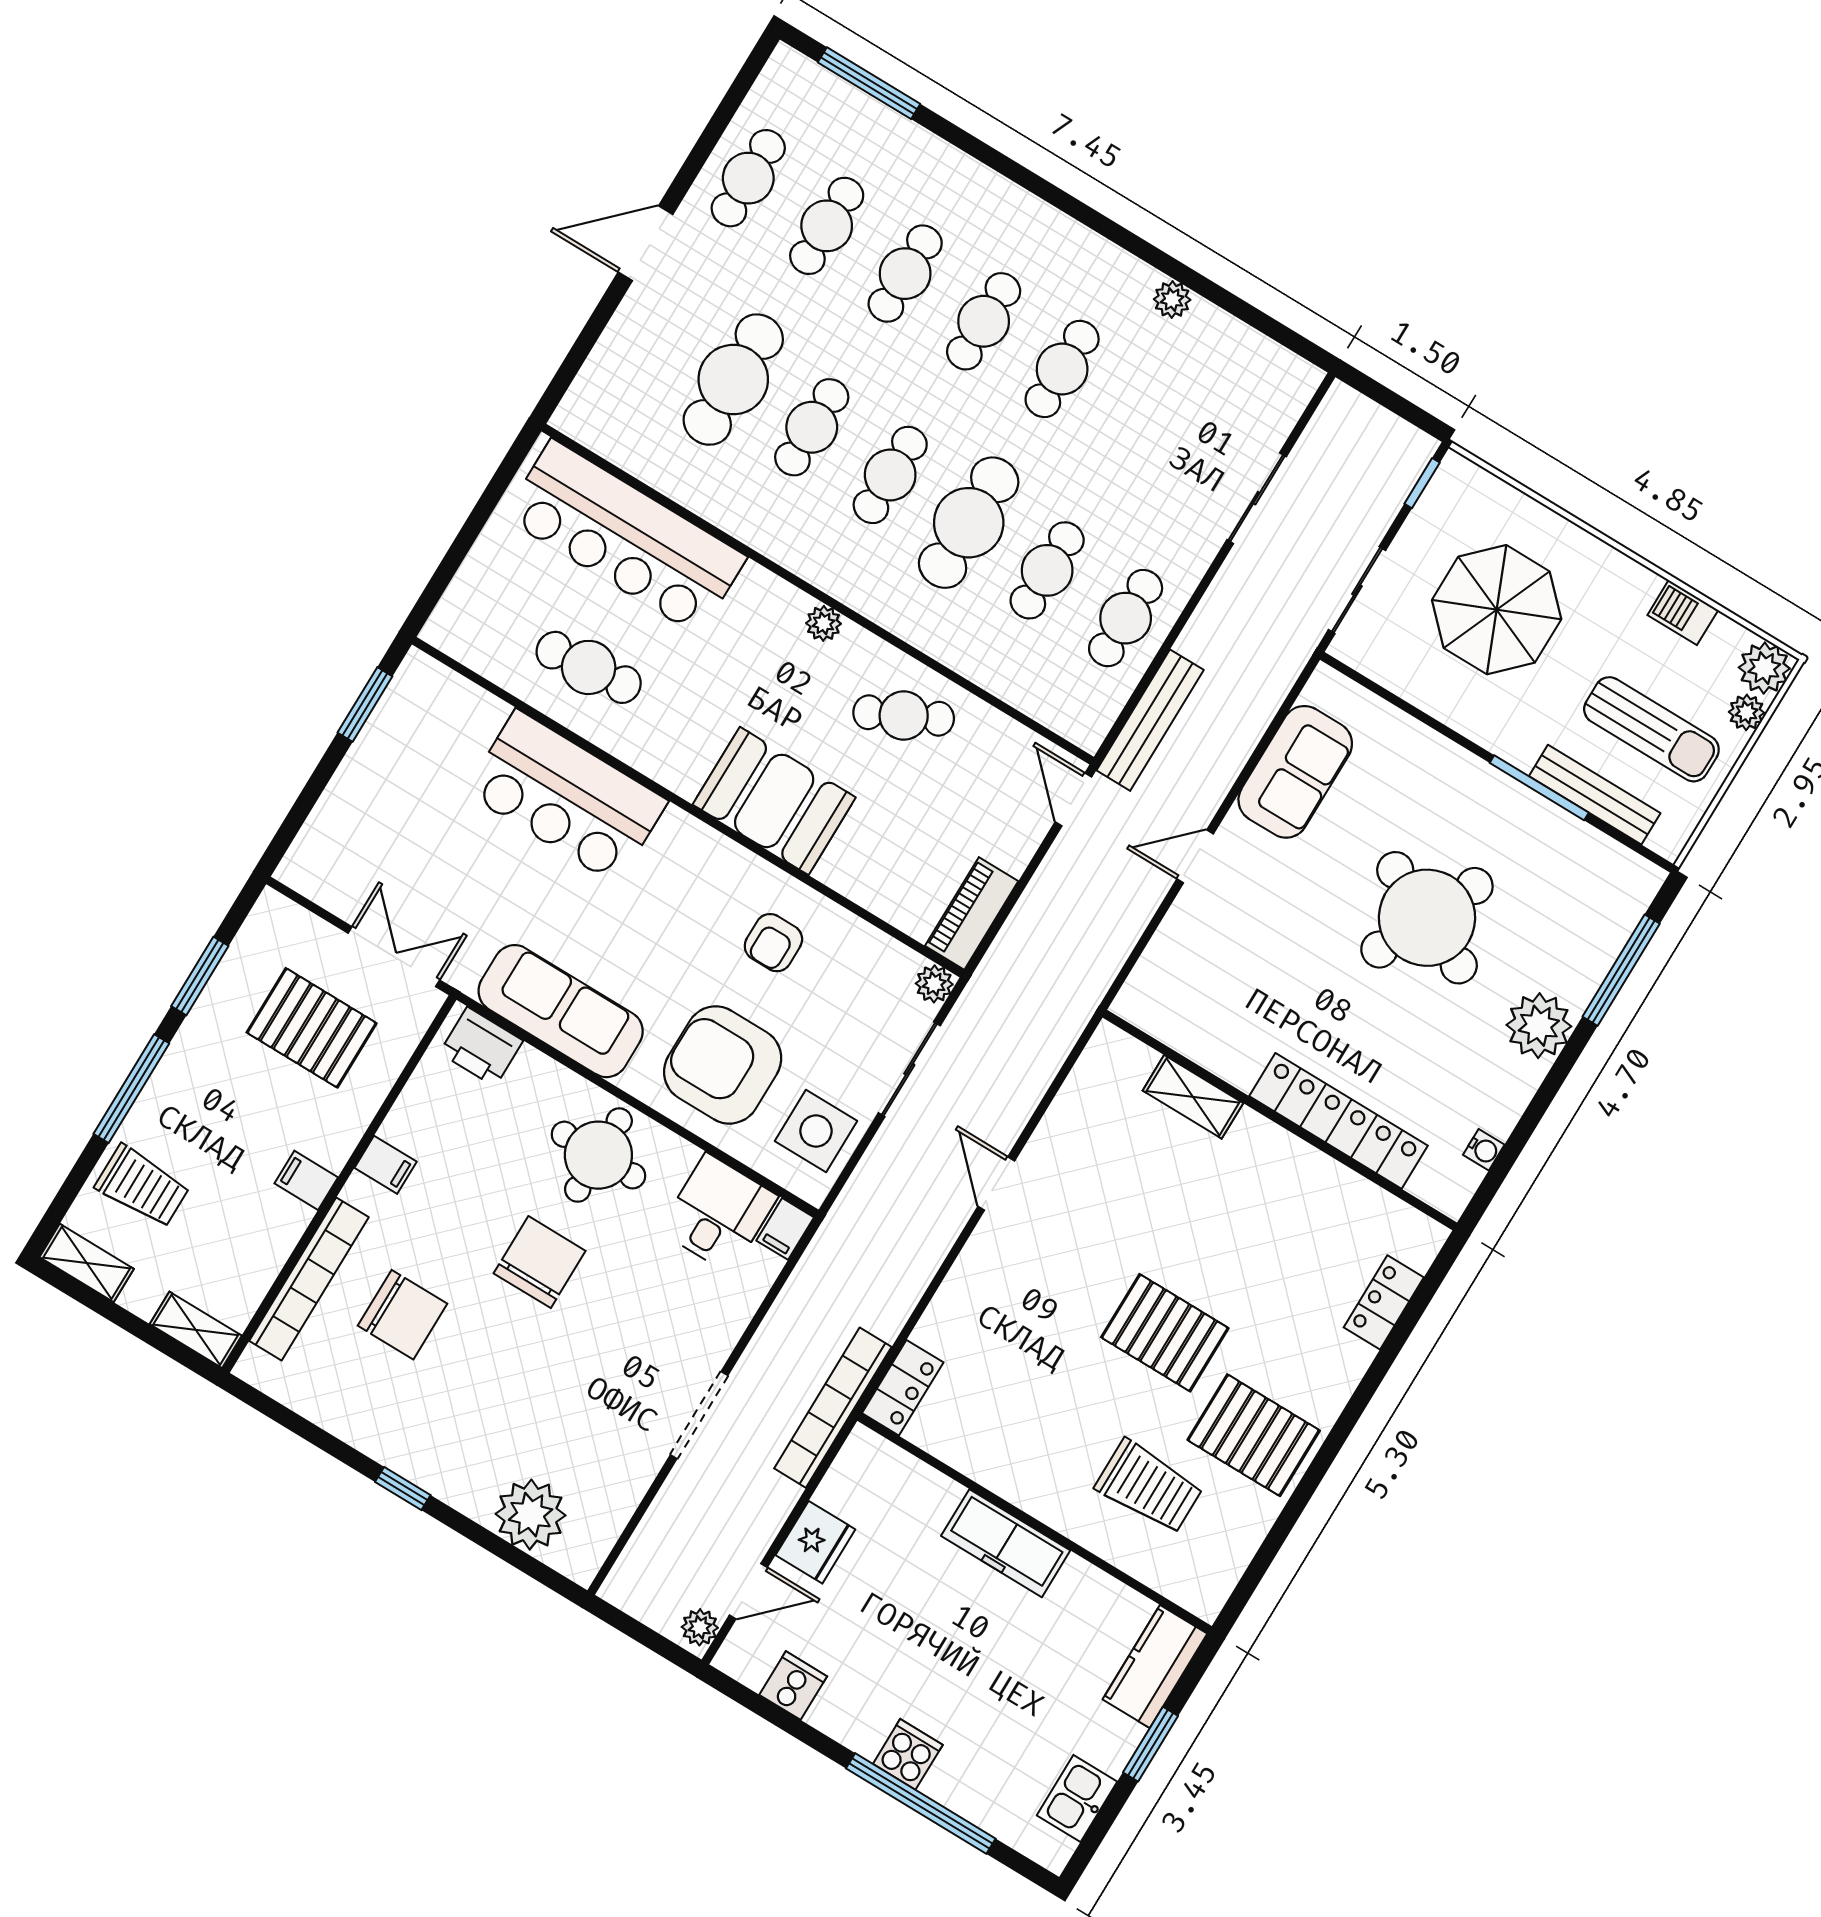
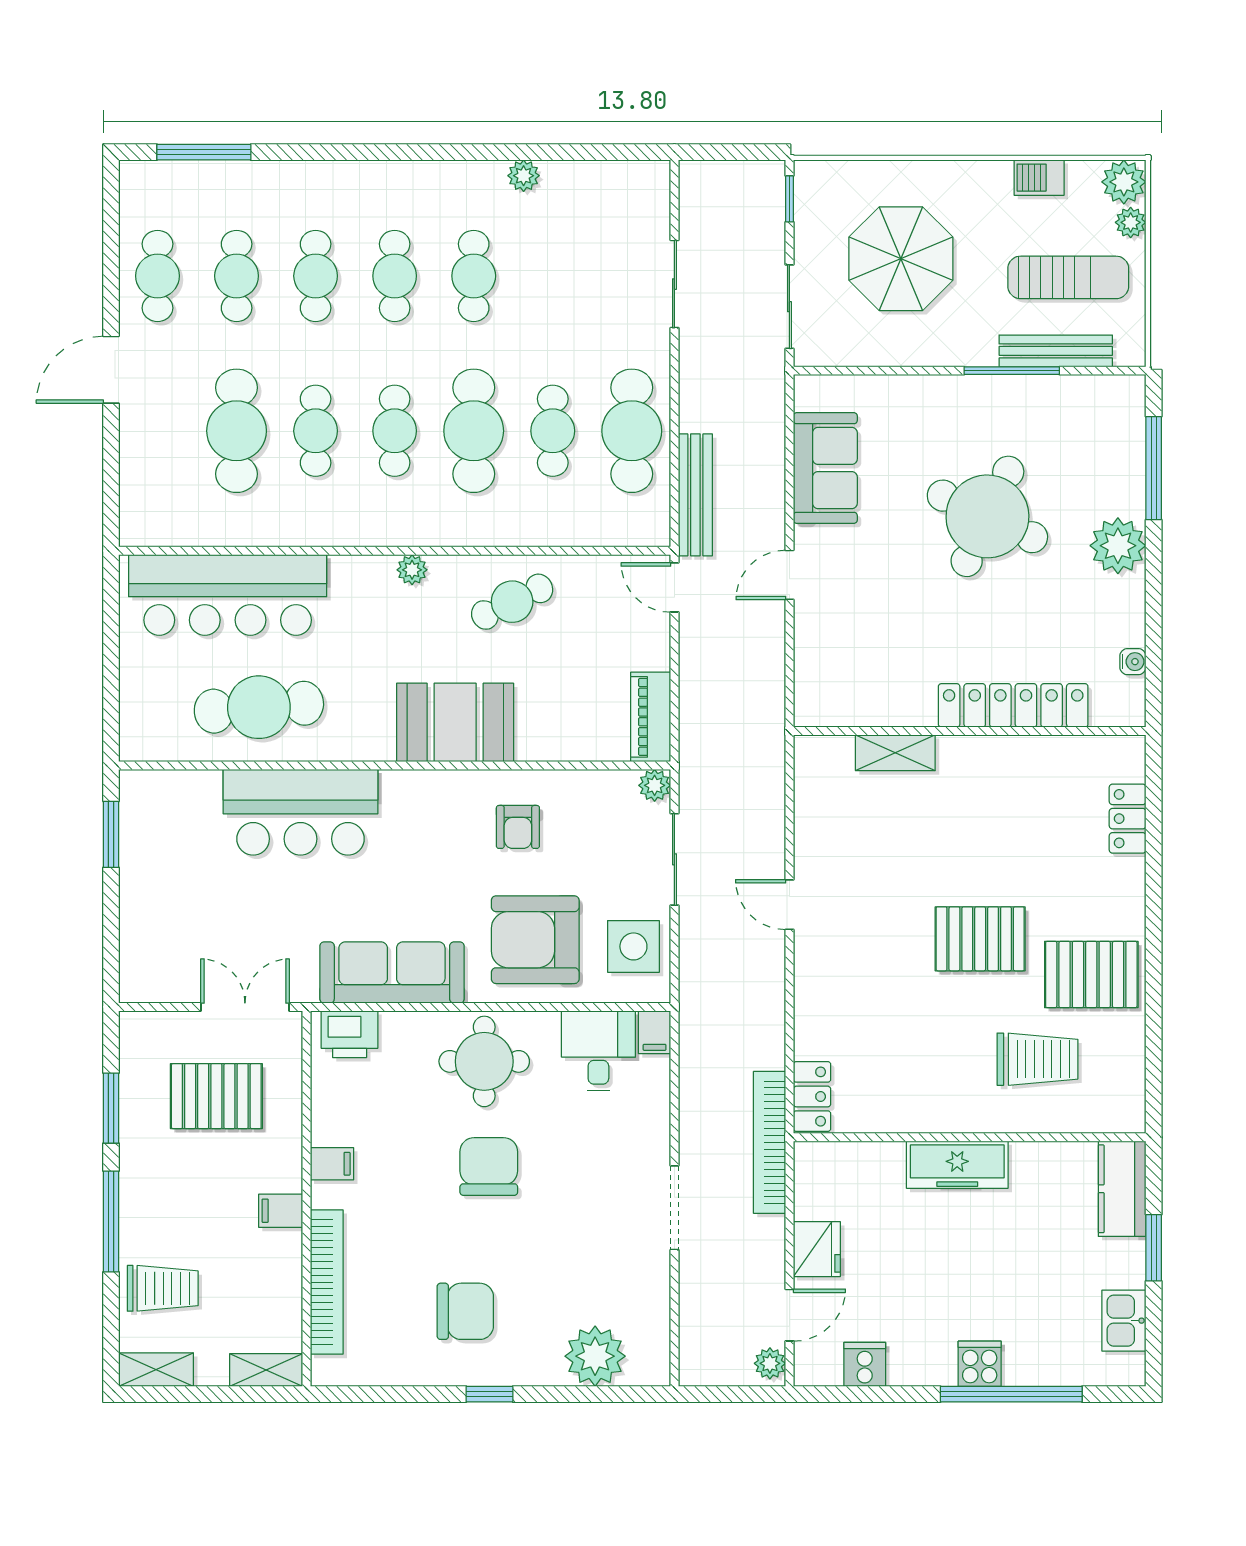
cafe table: (1126, 618) -> (632, 431), width x1.37, depth x1.35
cafe table: (589, 667) -> (259, 707), width x1.37, depth x1.35
chair: (403, 1315) -> (465, 1311), moved

